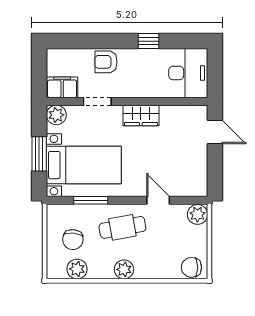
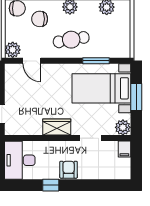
armchair: (106, 62) -> (69, 170), moved, turned -90
filing cabinet: (62, 87) -> (124, 149), width x0.50
door: (158, 200) -> (32, 61), moved
chair: (73, 240) -> (40, 19), moved, turned -96

